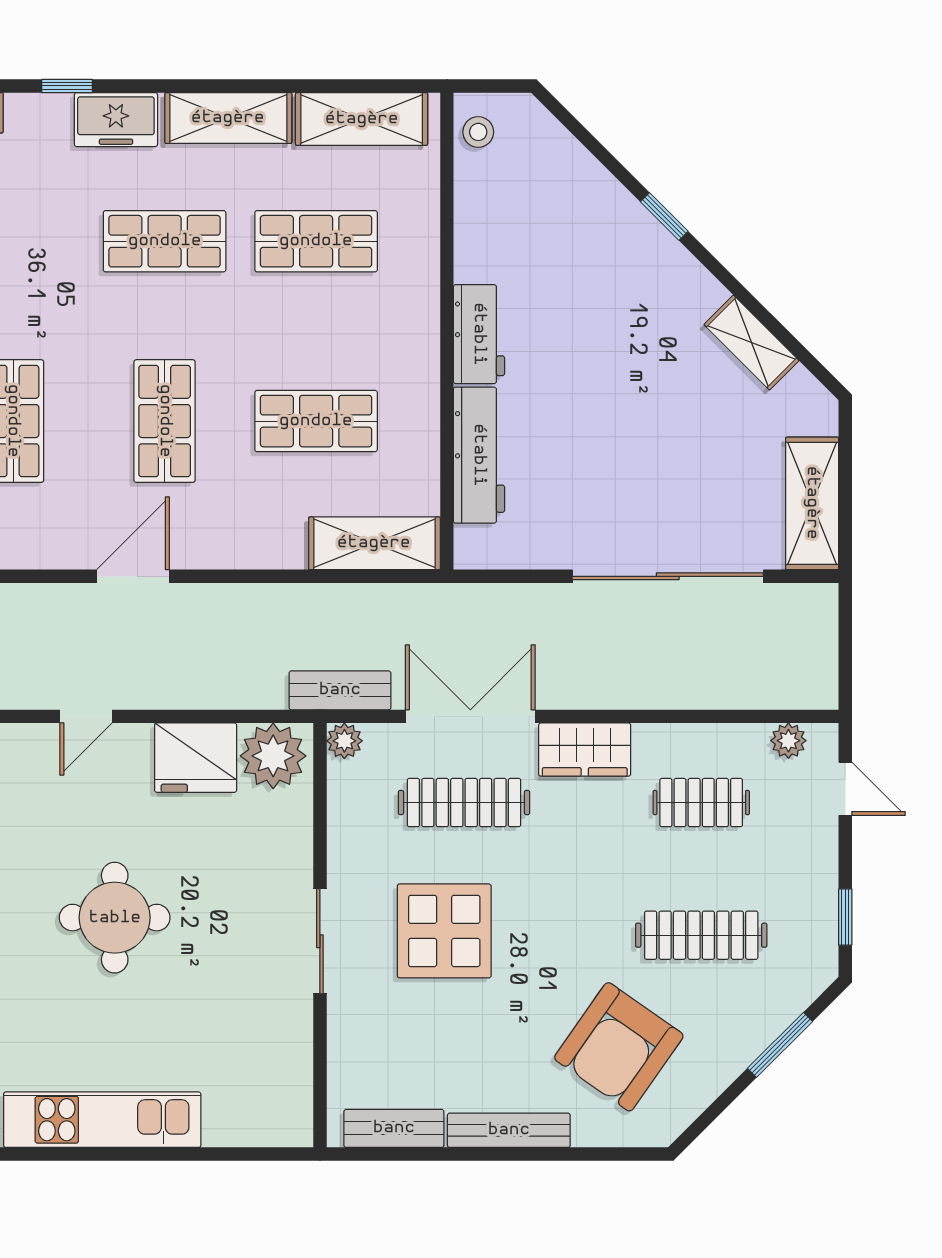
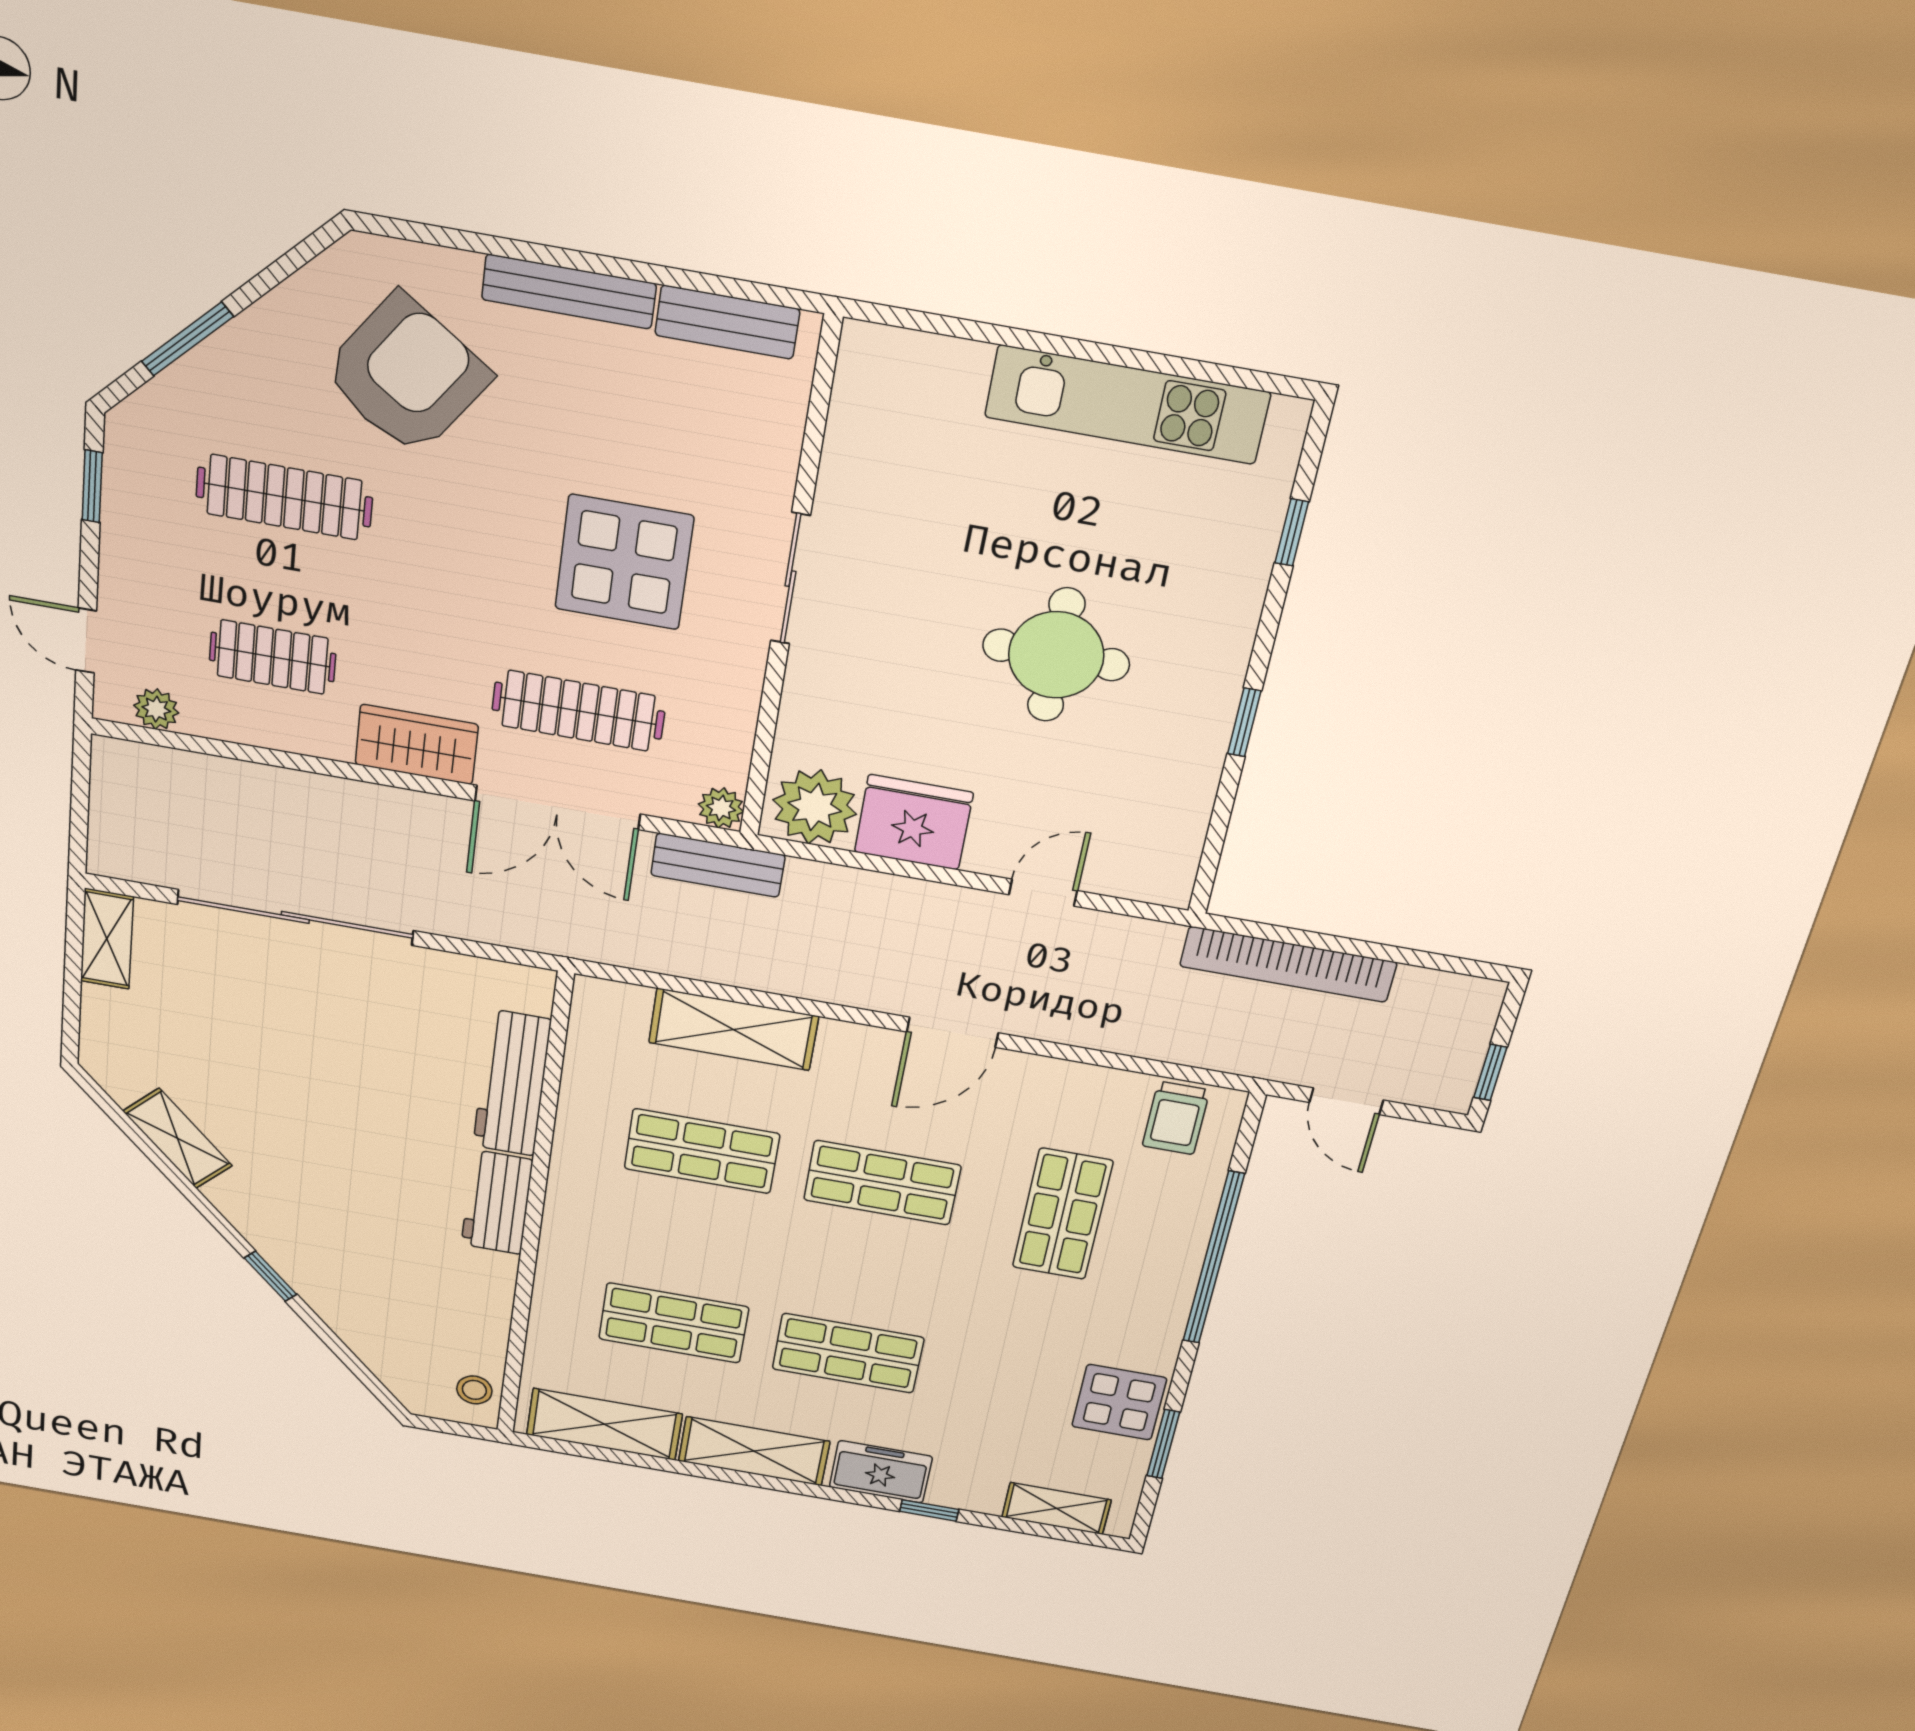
shop shelf: (165, 421) -> (882, 1183), turned 90
shelving: (812, 503) -> (107, 939), width x0.67, depth x0.75
shelving: (374, 543) -> (734, 1029), moved

